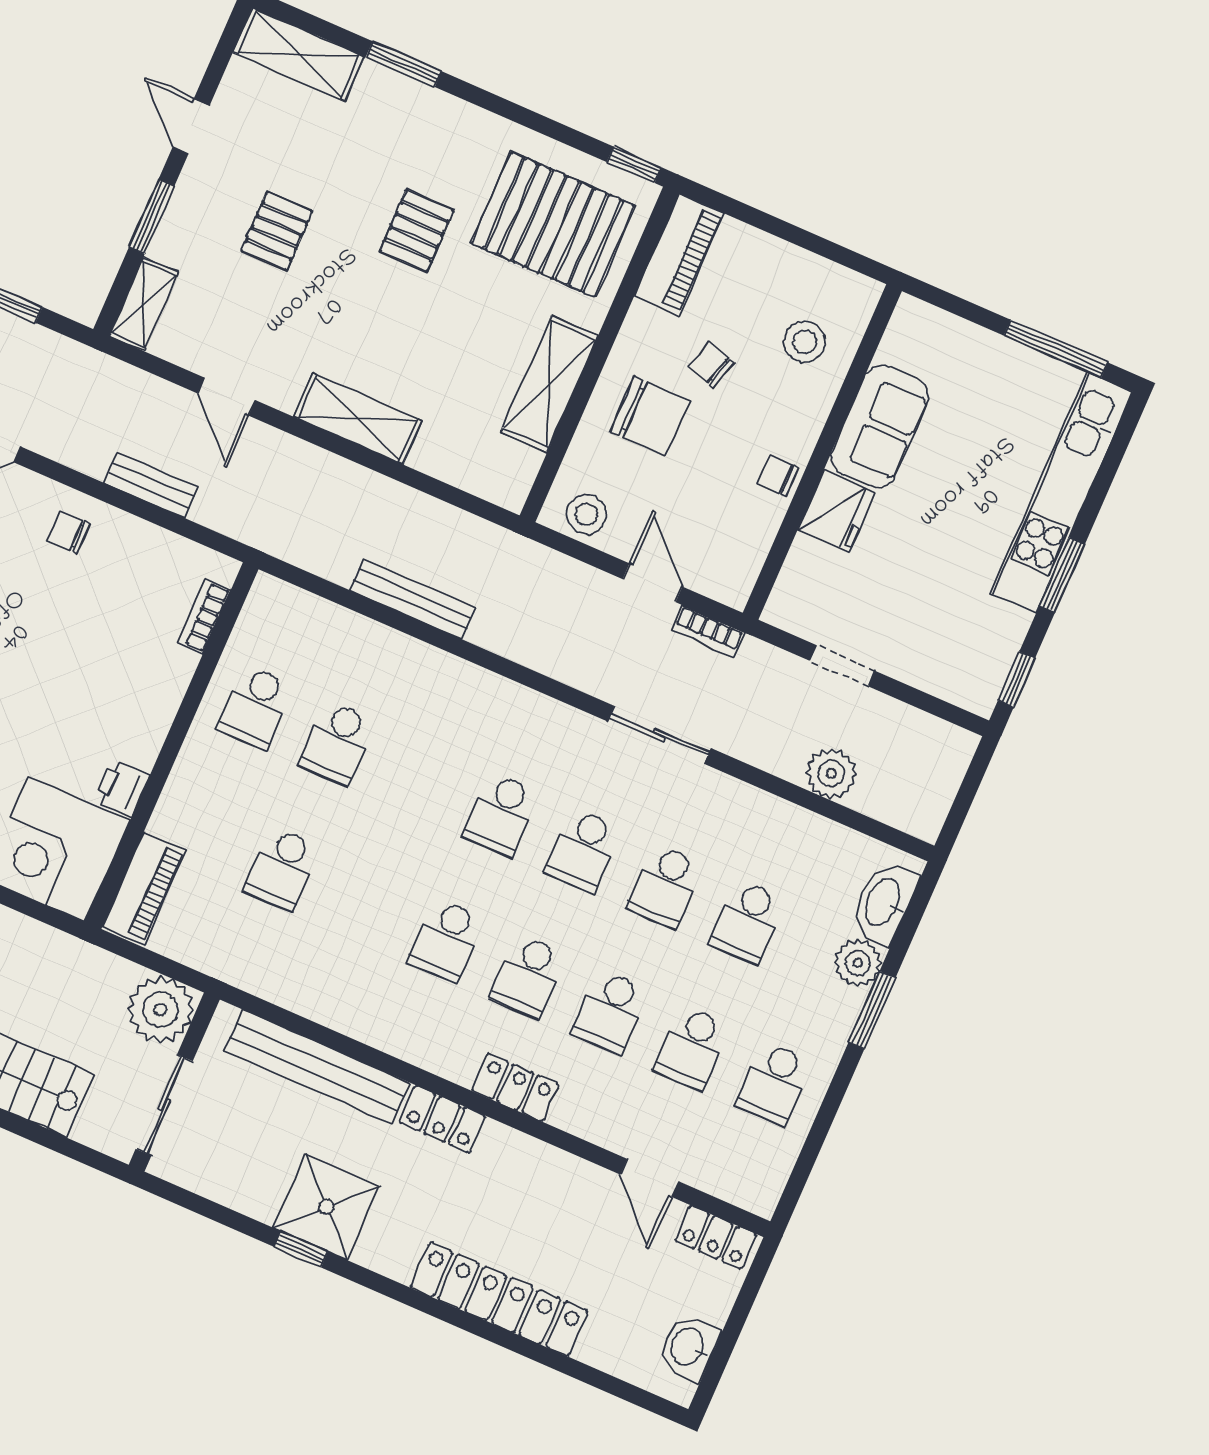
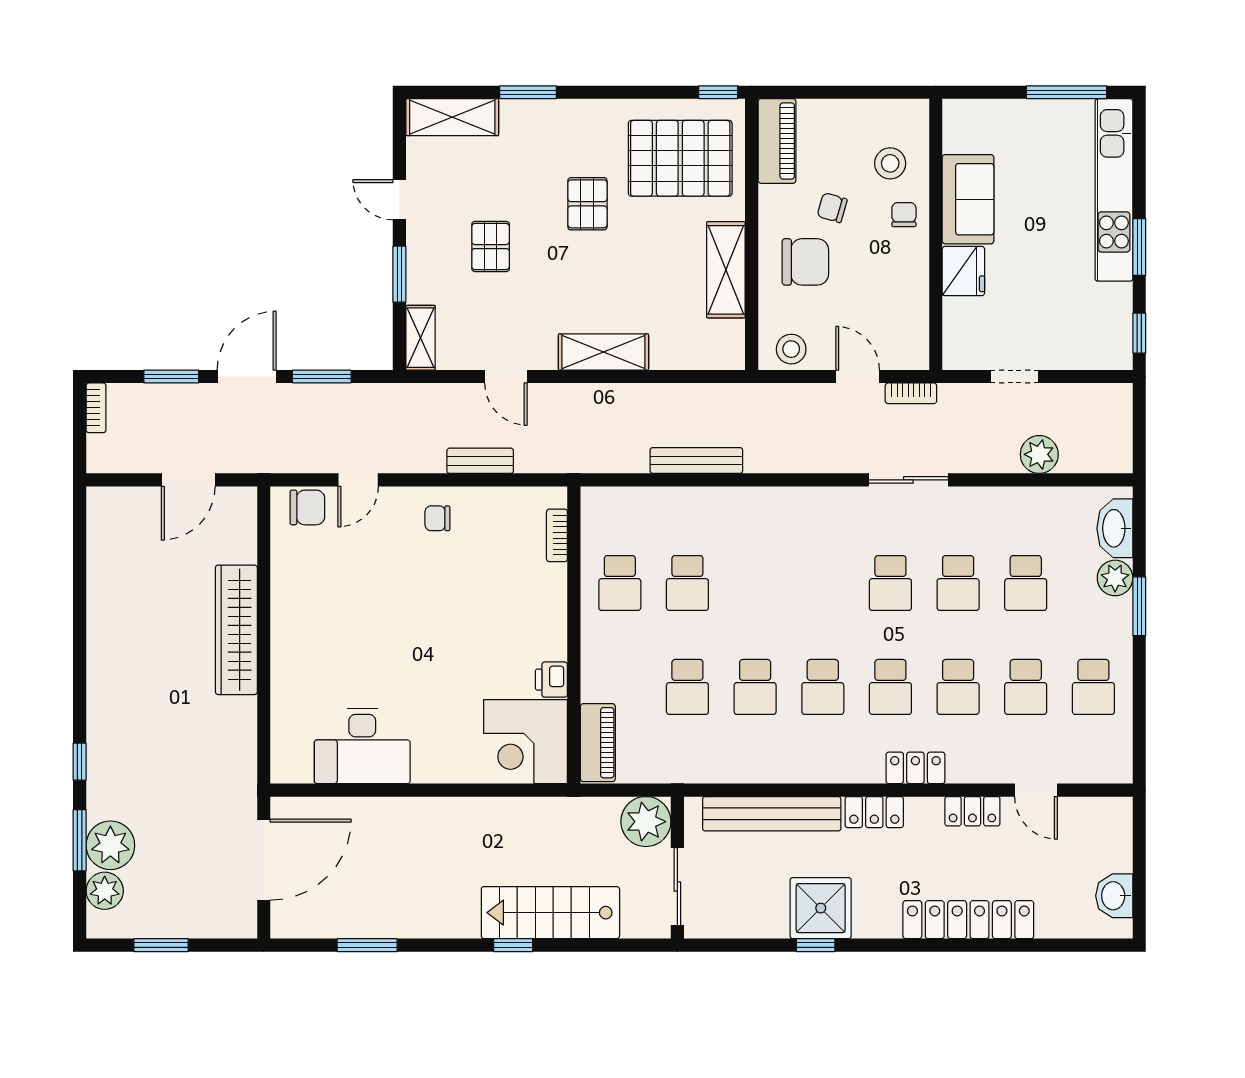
chair: (778, 475) -> (904, 215), moved, turned 90
school desk: (501, 814) -> (755, 687), moved
locker: (716, 1237) -> (972, 811), moved

